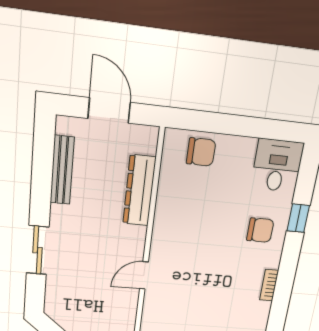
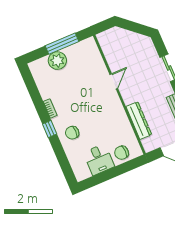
desk: (277, 166) -> (99, 159), moved
window: (298, 218) -> (50, 129), moved

